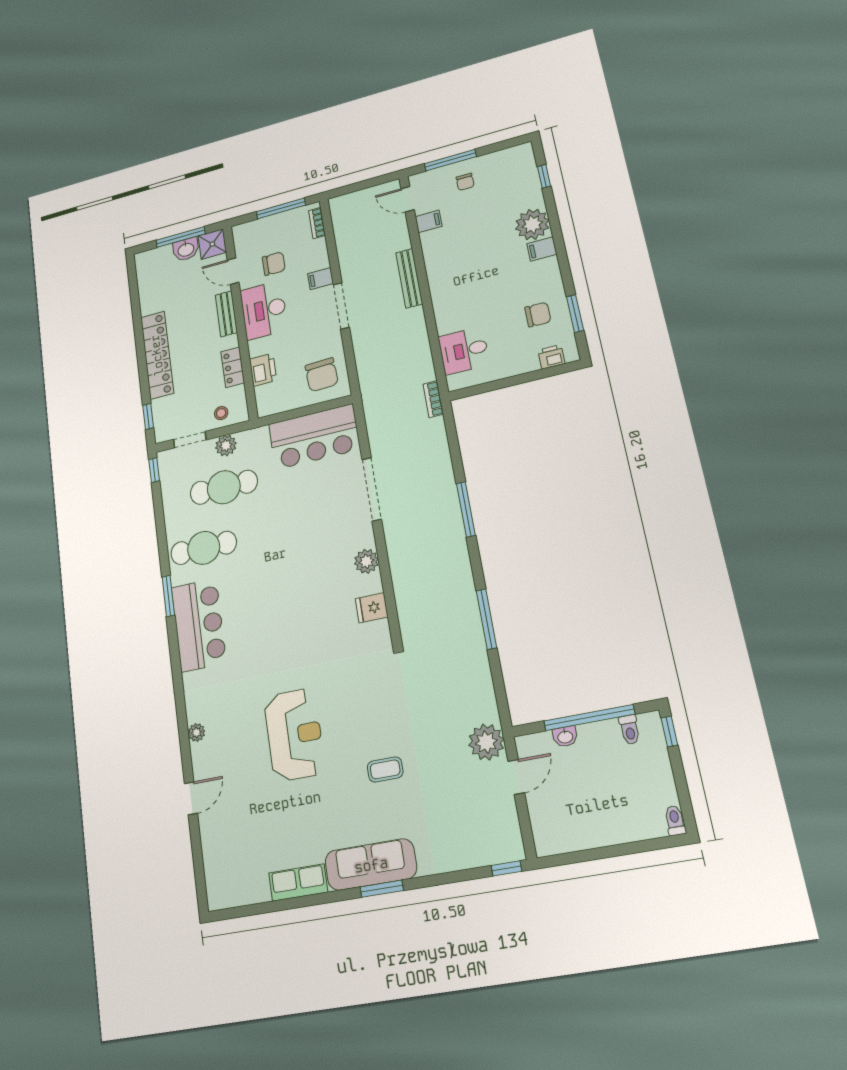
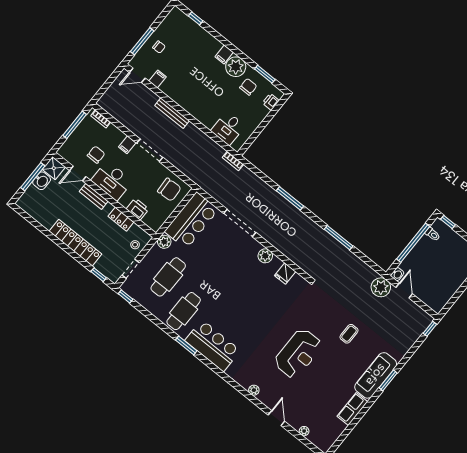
plant: (532, 224) -> (236, 67), moved
plant: (226, 446) -> (164, 242), moved
reception desk: (294, 735) -> (298, 354), turned 90
washbasin: (565, 737) -> (397, 274), moved
plant: (210, 851) -> (304, 431), added

